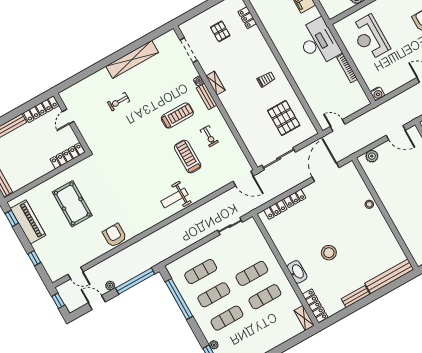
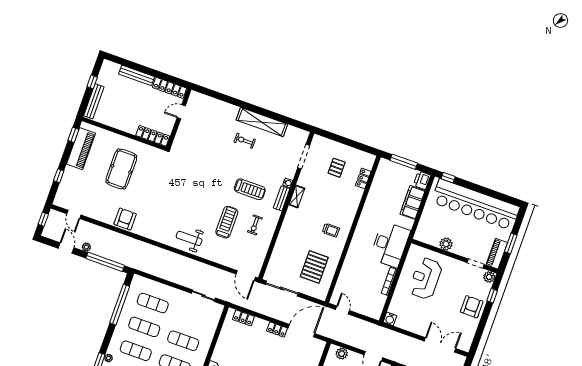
exercise bike: (119, 102) -> (245, 141), moved
locker: (295, 198) -> (277, 330), moved

